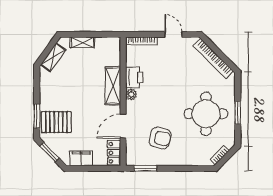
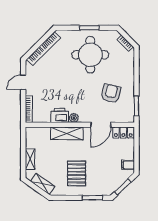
pallet: (56, 122) -> (77, 173), moved
door: (123, 126) -> (101, 125), hinge flipped
filing cabinet: (81, 158) -> (128, 165), width x0.50

